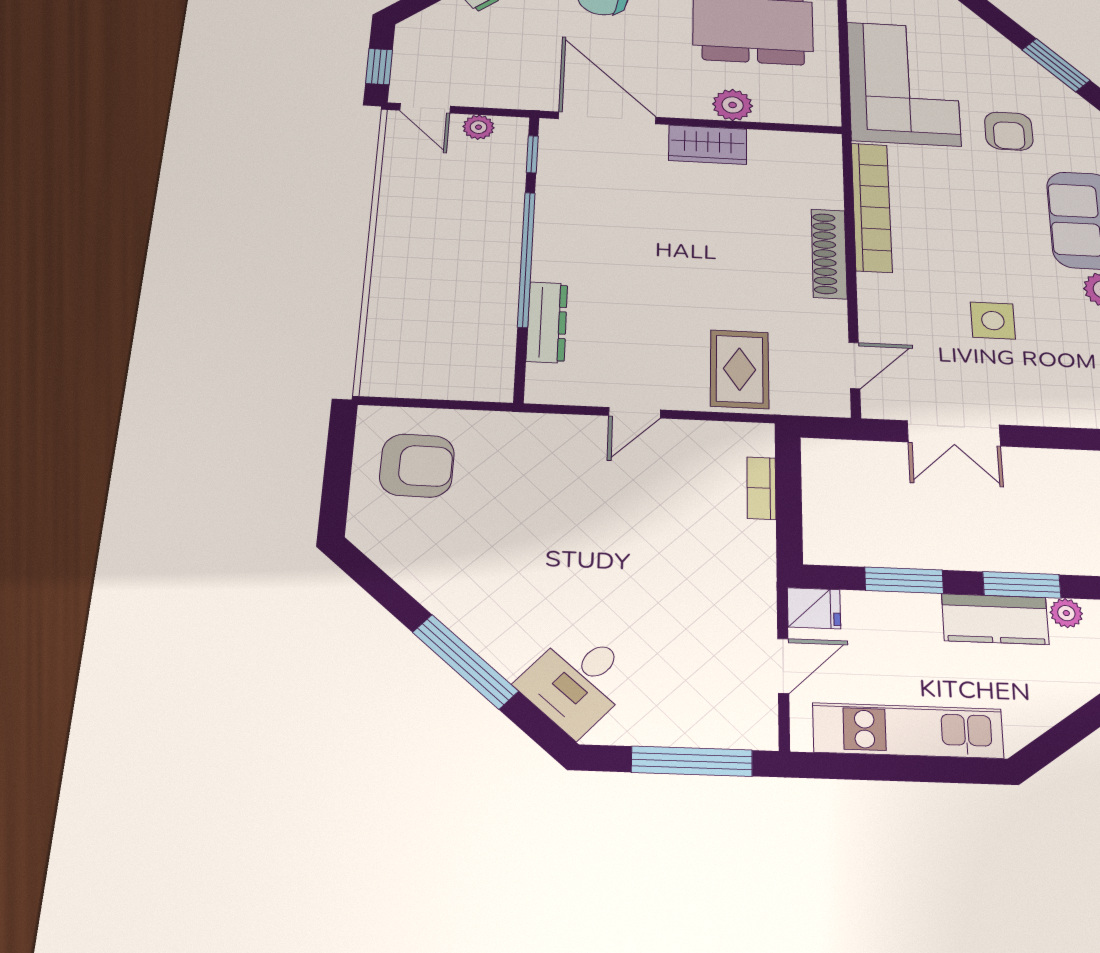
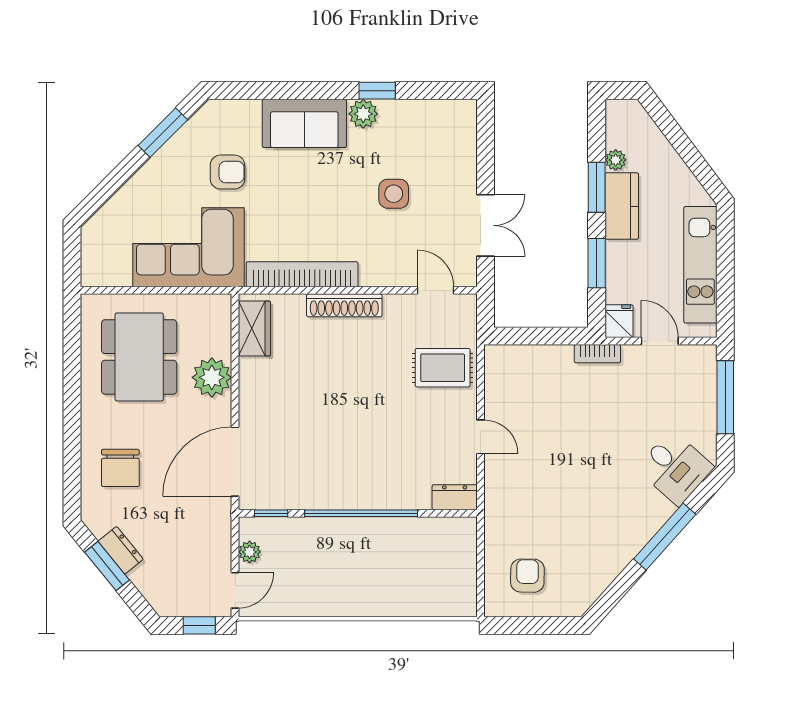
plant: (733, 105) -> (212, 377), width x1.36, depth x1.36
wardrobe: (708, 145) -> (254, 328), moved
dresser: (547, 322) -> (455, 497), moved, width x0.70
armchair: (417, 465) -> (527, 576), width x0.72, depth x0.72
bookcase: (761, 488) -> (597, 354), moved

